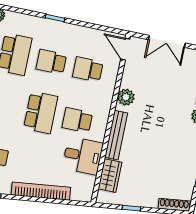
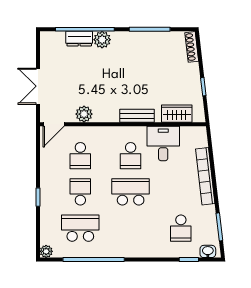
double door: (167, 41) -> (38, 86), swing flipped
school desk: (51, 62) -> (80, 192), turned 180
plant: (126, 97) -> (84, 114), moved
bench: (116, 135) -> (137, 116), width x0.73

